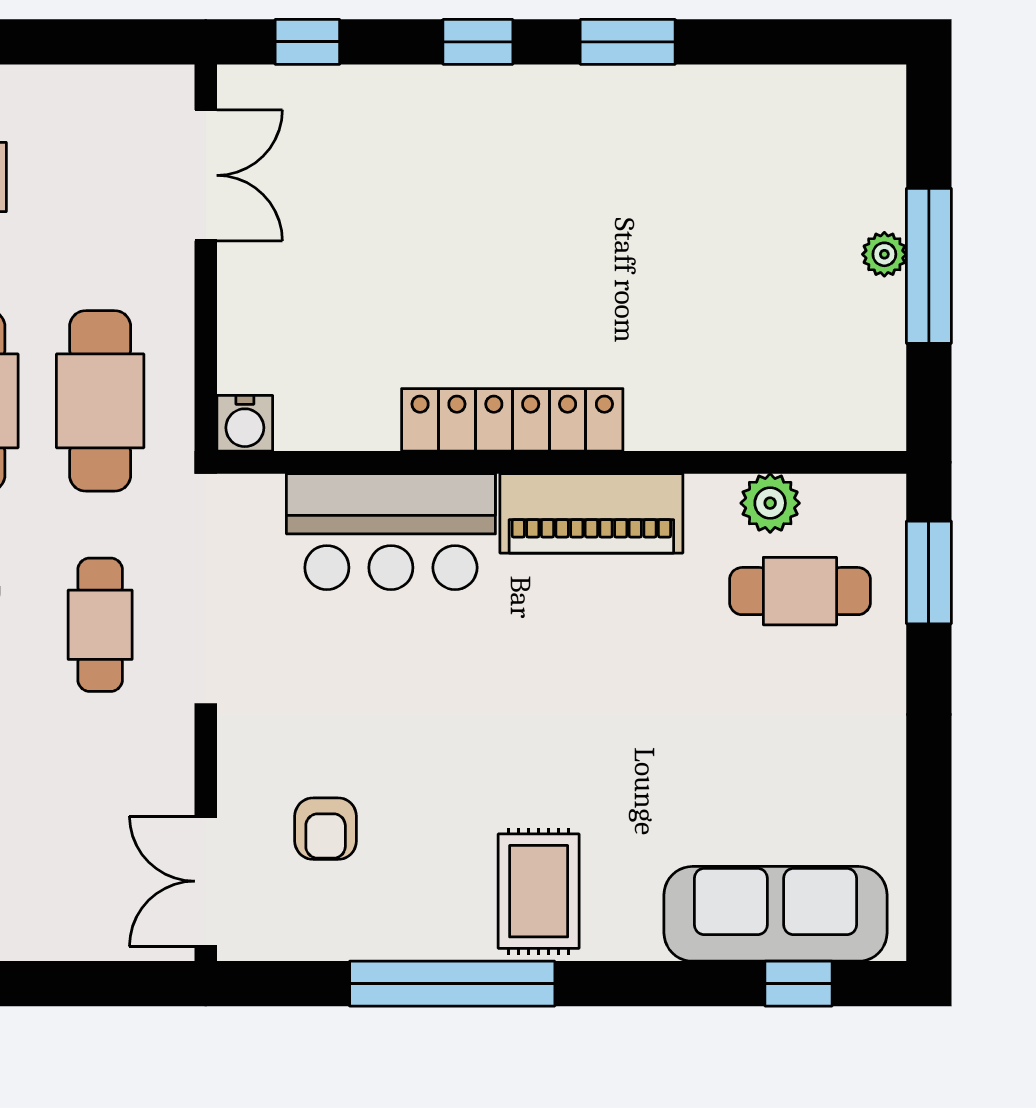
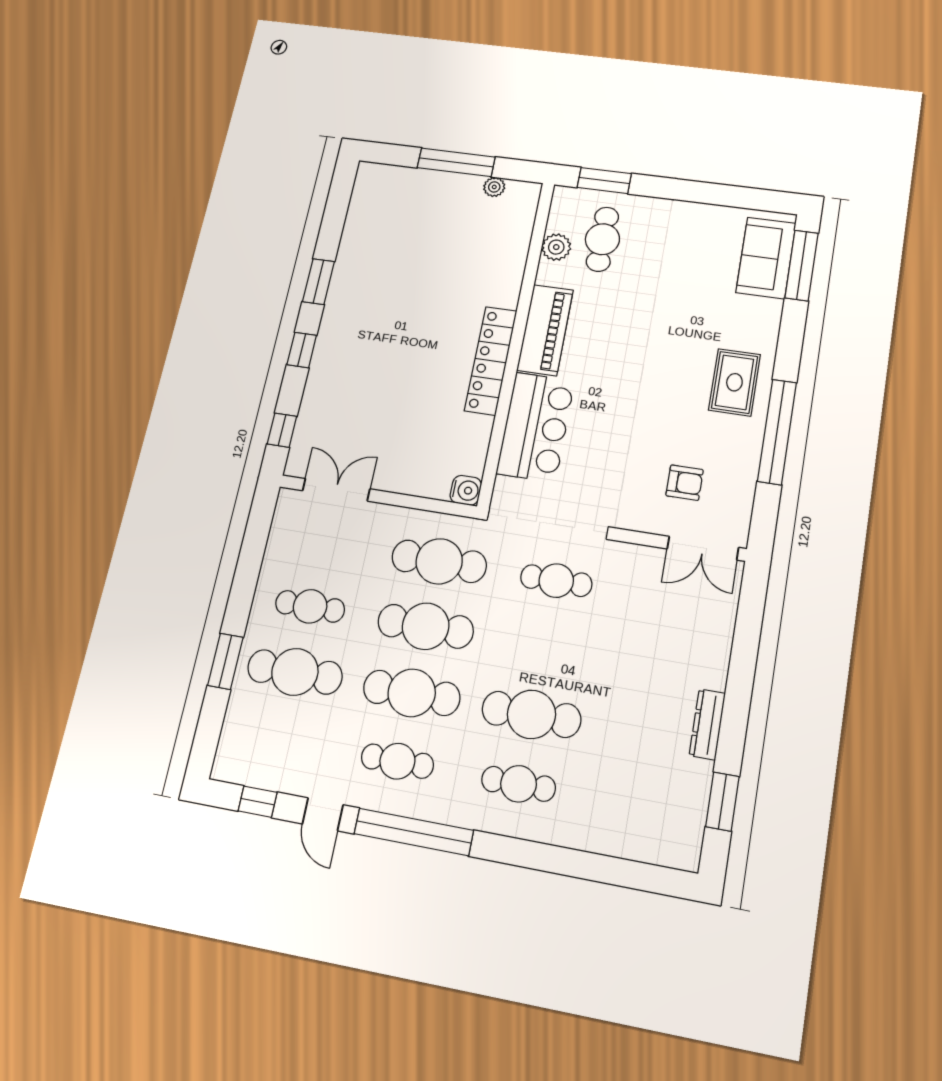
plant: (884, 254) -> (494, 187), moved
rug: (539, 891) -> (734, 382), turned 90
sofa: (775, 914) -> (766, 258), width x0.73
window: (799, 984) -> (802, 265), width x2.17

